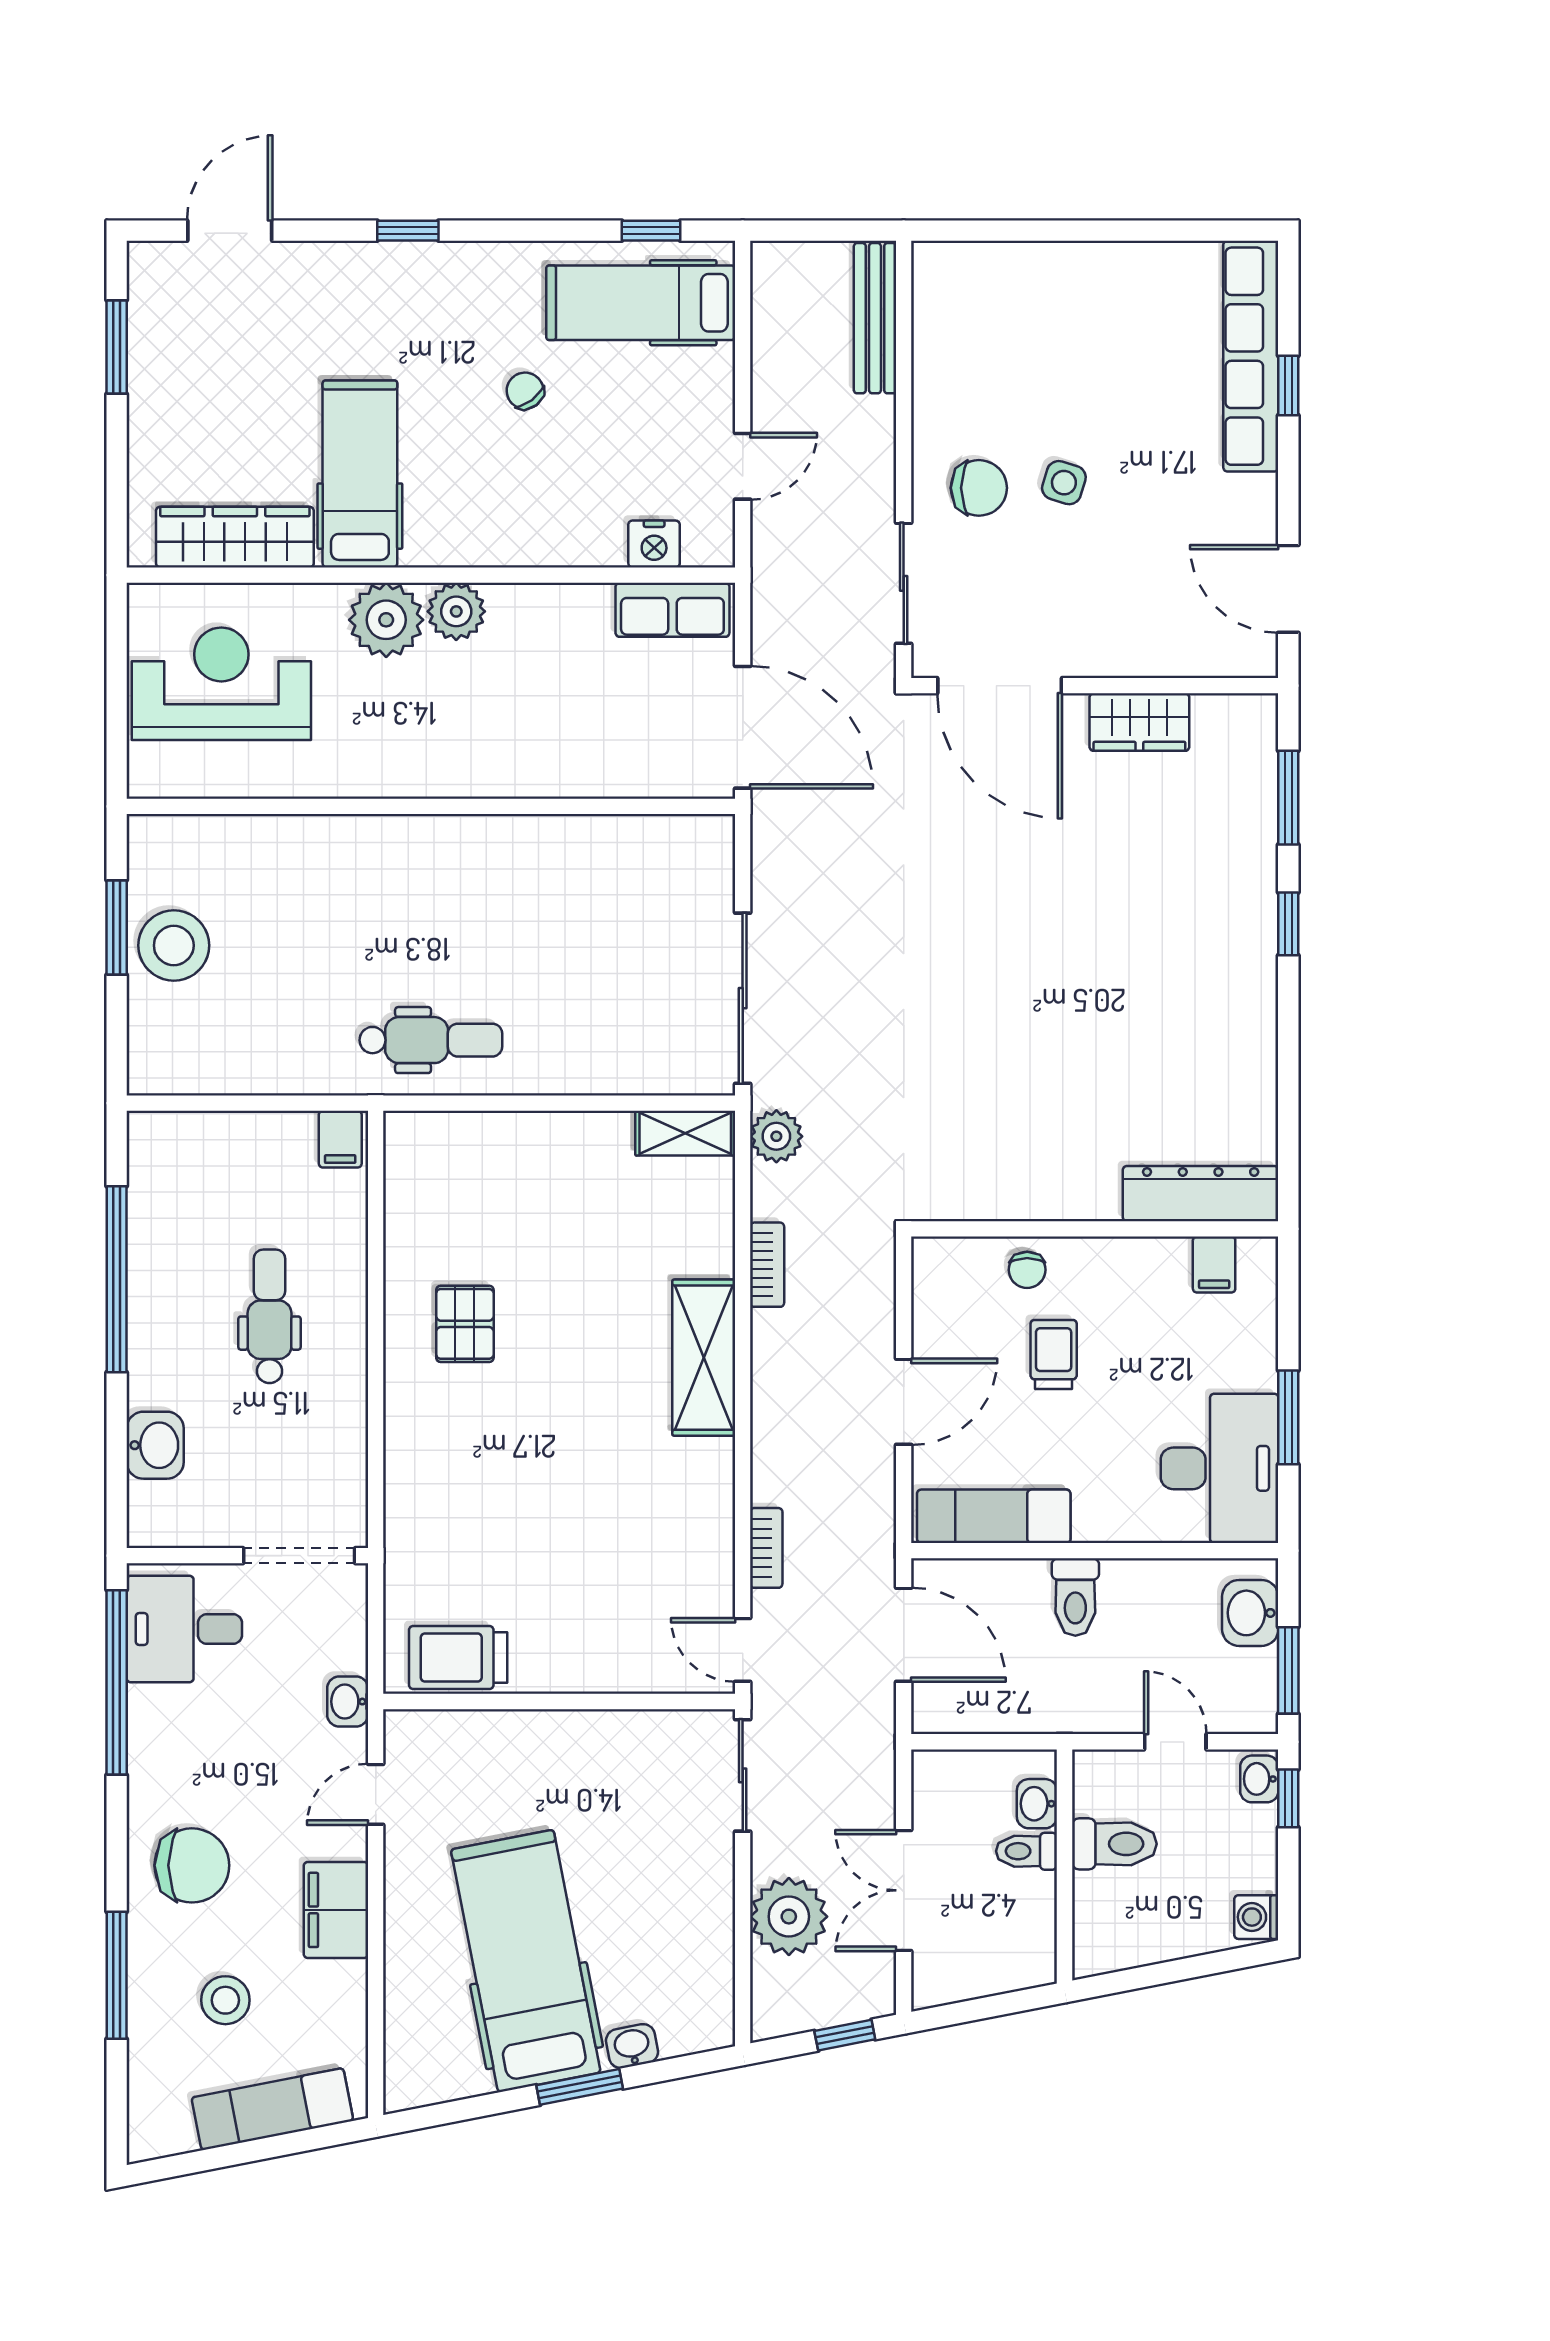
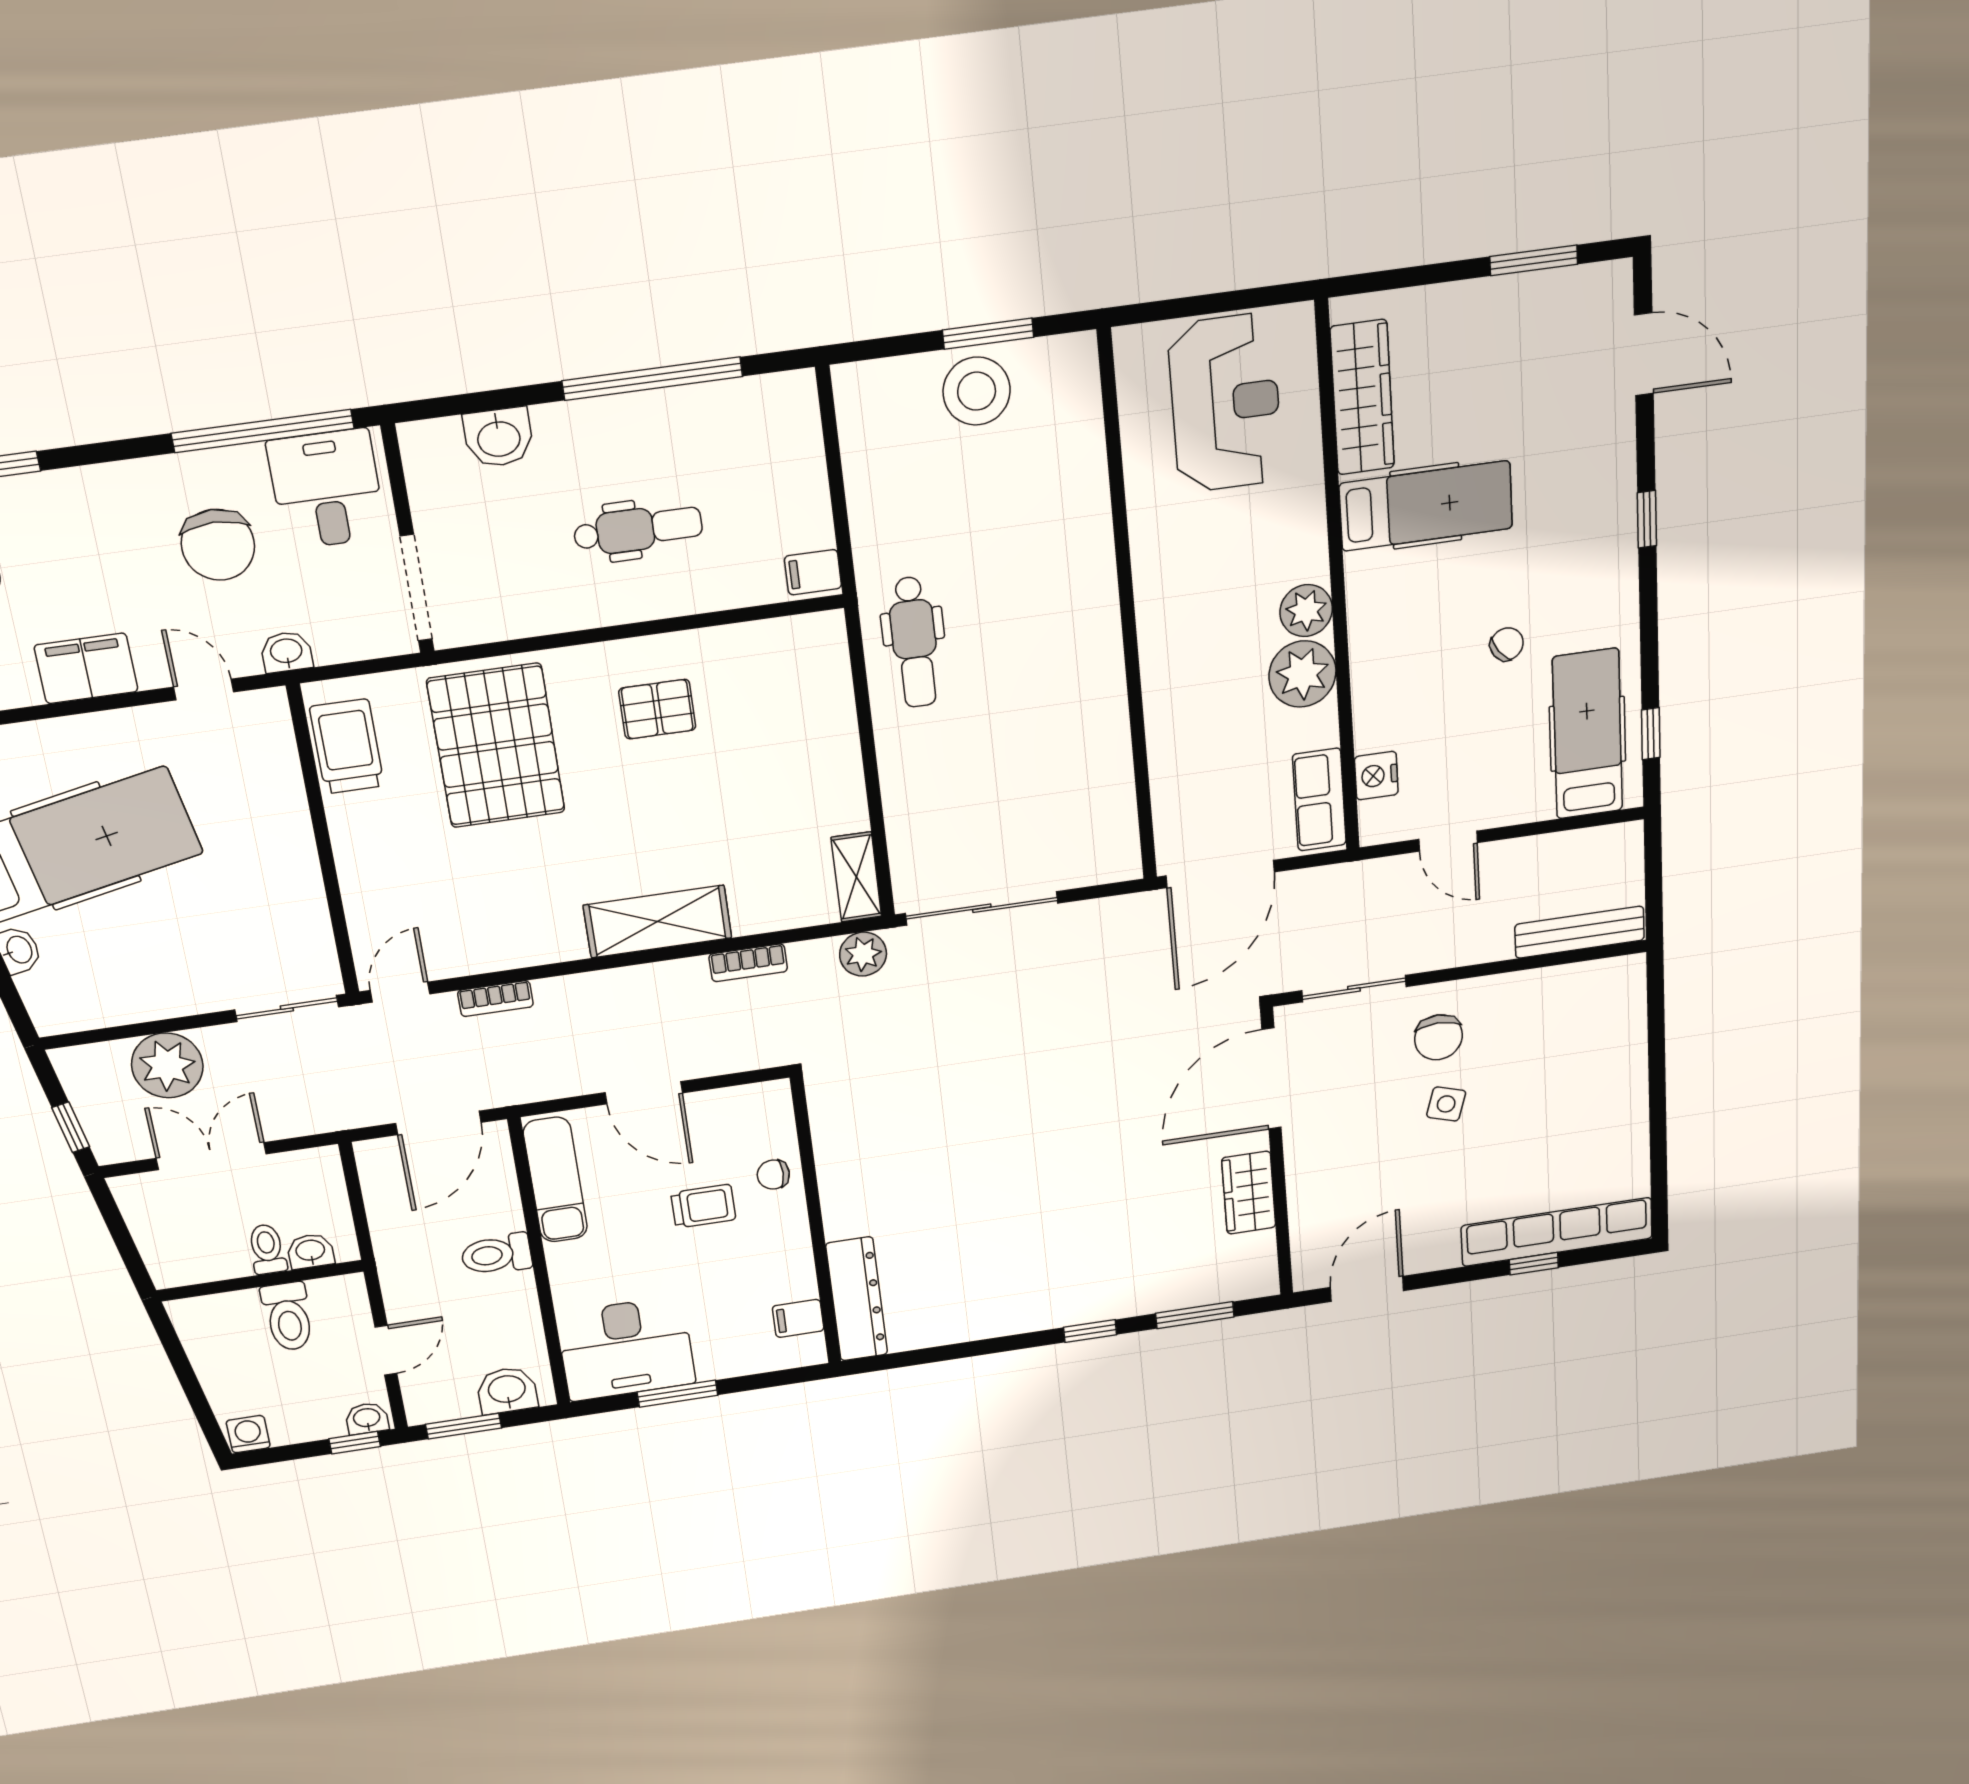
plant: (386, 620) -> (1302, 674), moved
pallet: (480, 1501) -> (496, 746), added
chair: (192, 1865) -> (218, 545), moved

